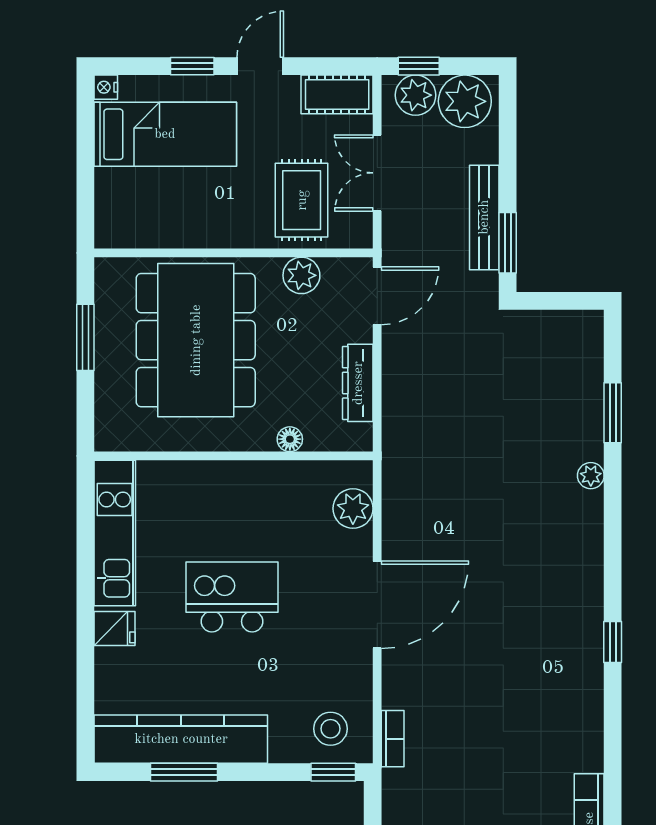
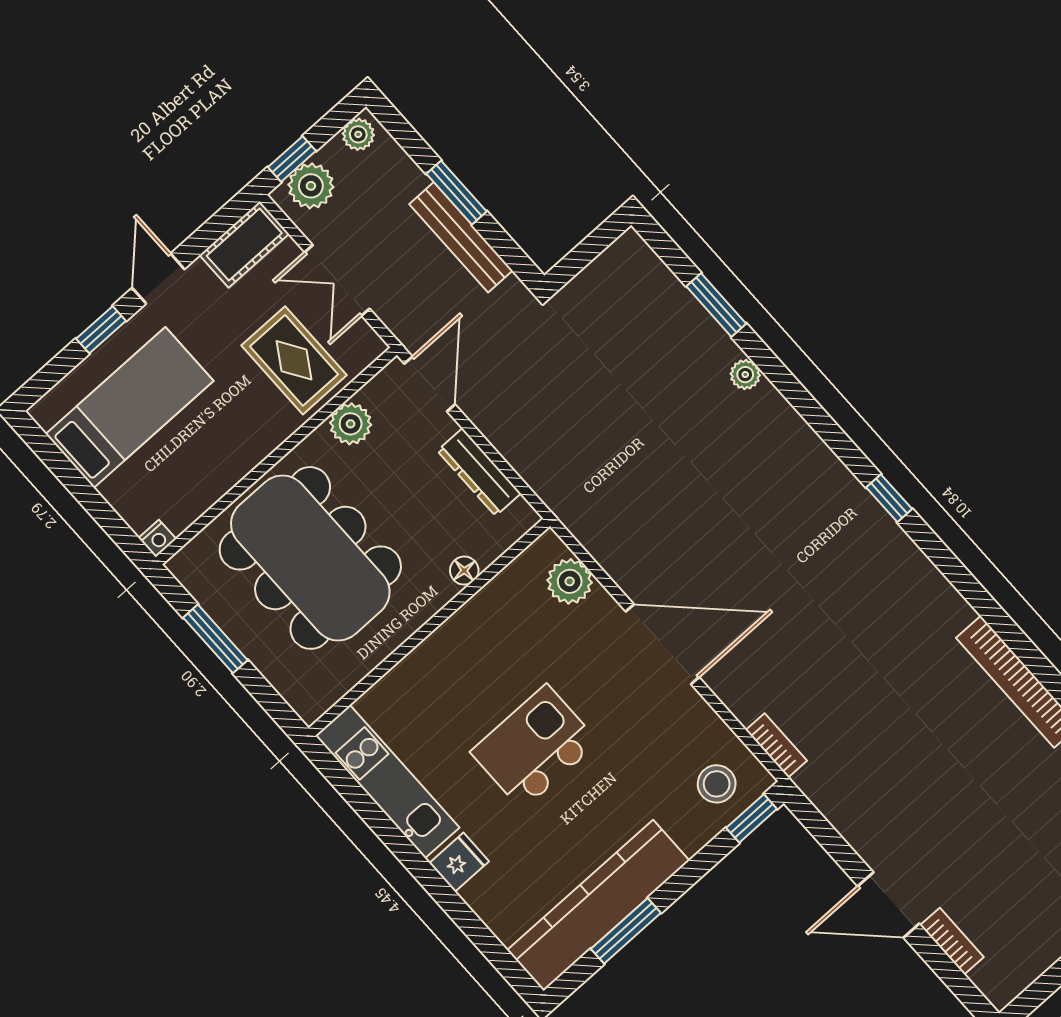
nightstand: (106, 87) -> (157, 538), moved, turned -90
plant: (465, 101) -> (358, 134), width x0.53, depth x0.53
window: (508, 243) -> (457, 193), moved
door: (377, 605) -> (662, 644), hinge flipped

